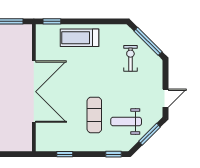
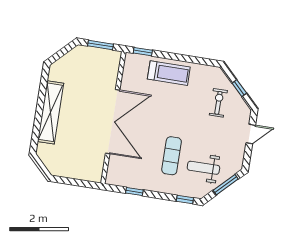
treadmill: (79, 38) -> (169, 73), turned 180
window: (148, 41) -> (239, 88), width x0.46
door: (165, 98) -> (251, 134), moved

